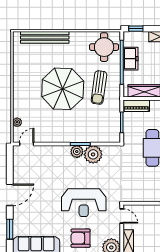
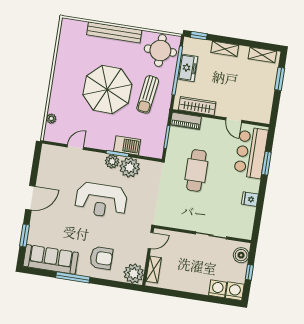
bench: (45, 37) -> (114, 32), moved
barbecue: (88, 135) -> (127, 145), added
door: (27, 144) -> (75, 147), moved
reception desk: (84, 203) -> (101, 200), moved
door: (122, 216) -> (151, 241), hinge flipped
armchair: (81, 238) -> (101, 258), turned 180

